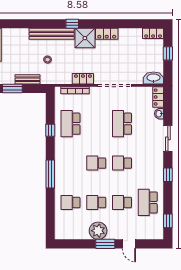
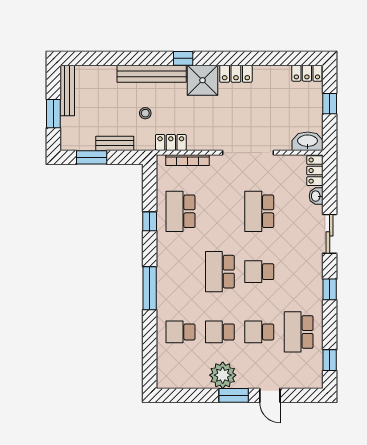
locker: (83, 79) -> (171, 142), moved
school desk: (96, 163) -> (220, 272), width x1.85

